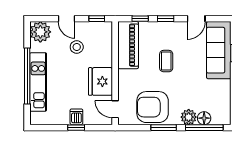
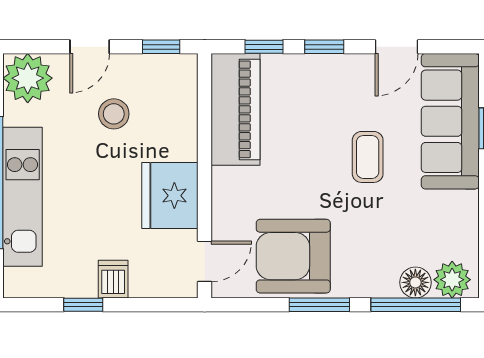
door: (67, 19) -> (90, 47), hinge flipped
coffee table: (166, 61) -> (368, 157), moved
door: (115, 109) -> (205, 261), swing flipped
plant: (189, 117) -> (452, 280), moved
window: (76, 128) -> (83, 305), moved

